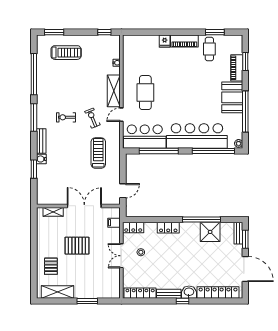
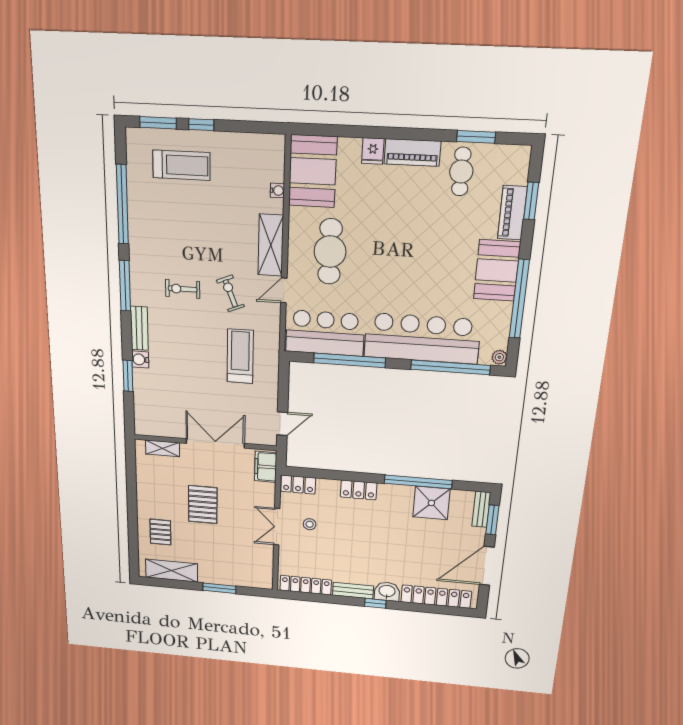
window: (104, 32) -> (201, 125), moved
booth: (135, 52) -> (313, 171), added
filing cabinet: (114, 223) -> (266, 467), width x2.00
pallet: (77, 246) -> (203, 505), turned 90
door: (245, 269) -> (487, 566), swing flipped

